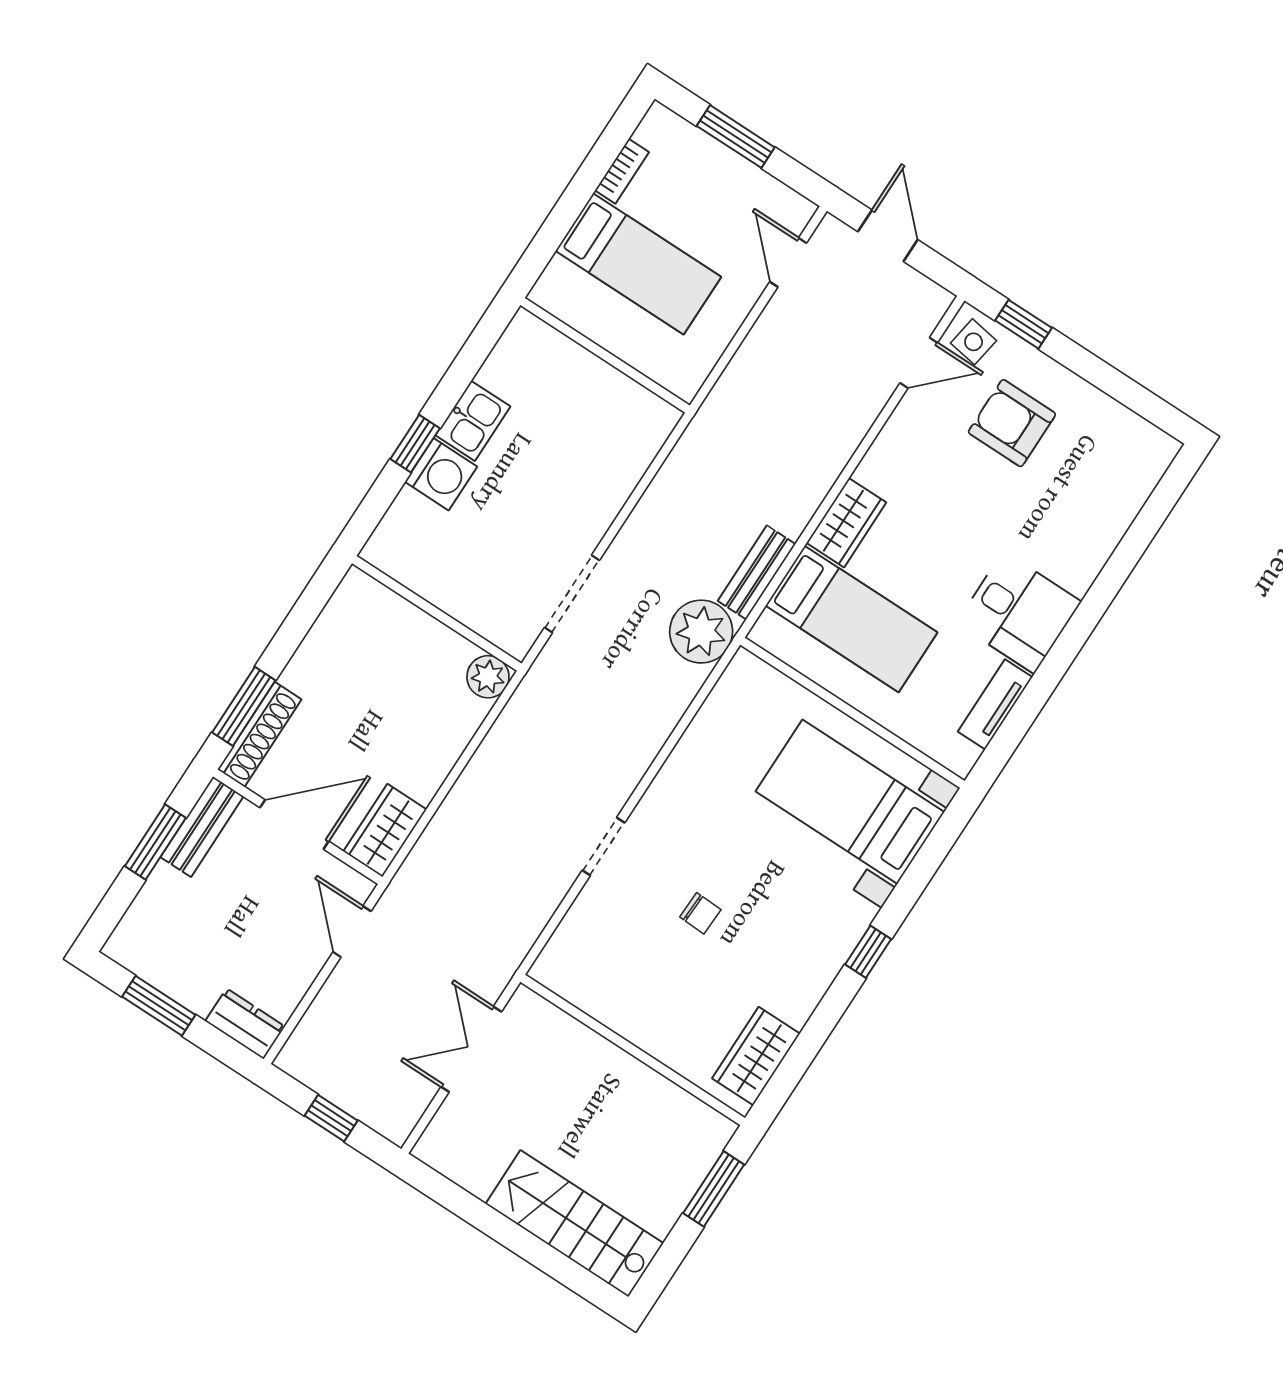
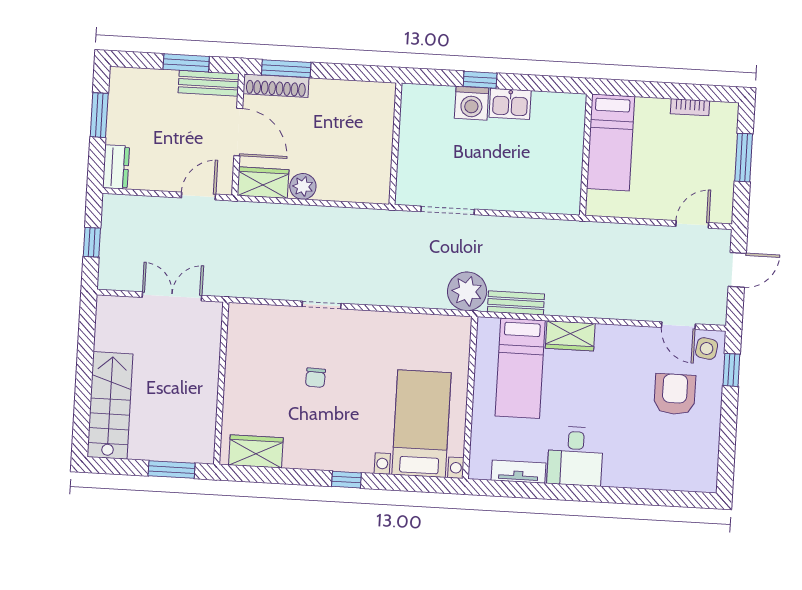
bed: (638, 264) -> (611, 142), moved
plant: (488, 677) -> (303, 186), moved

